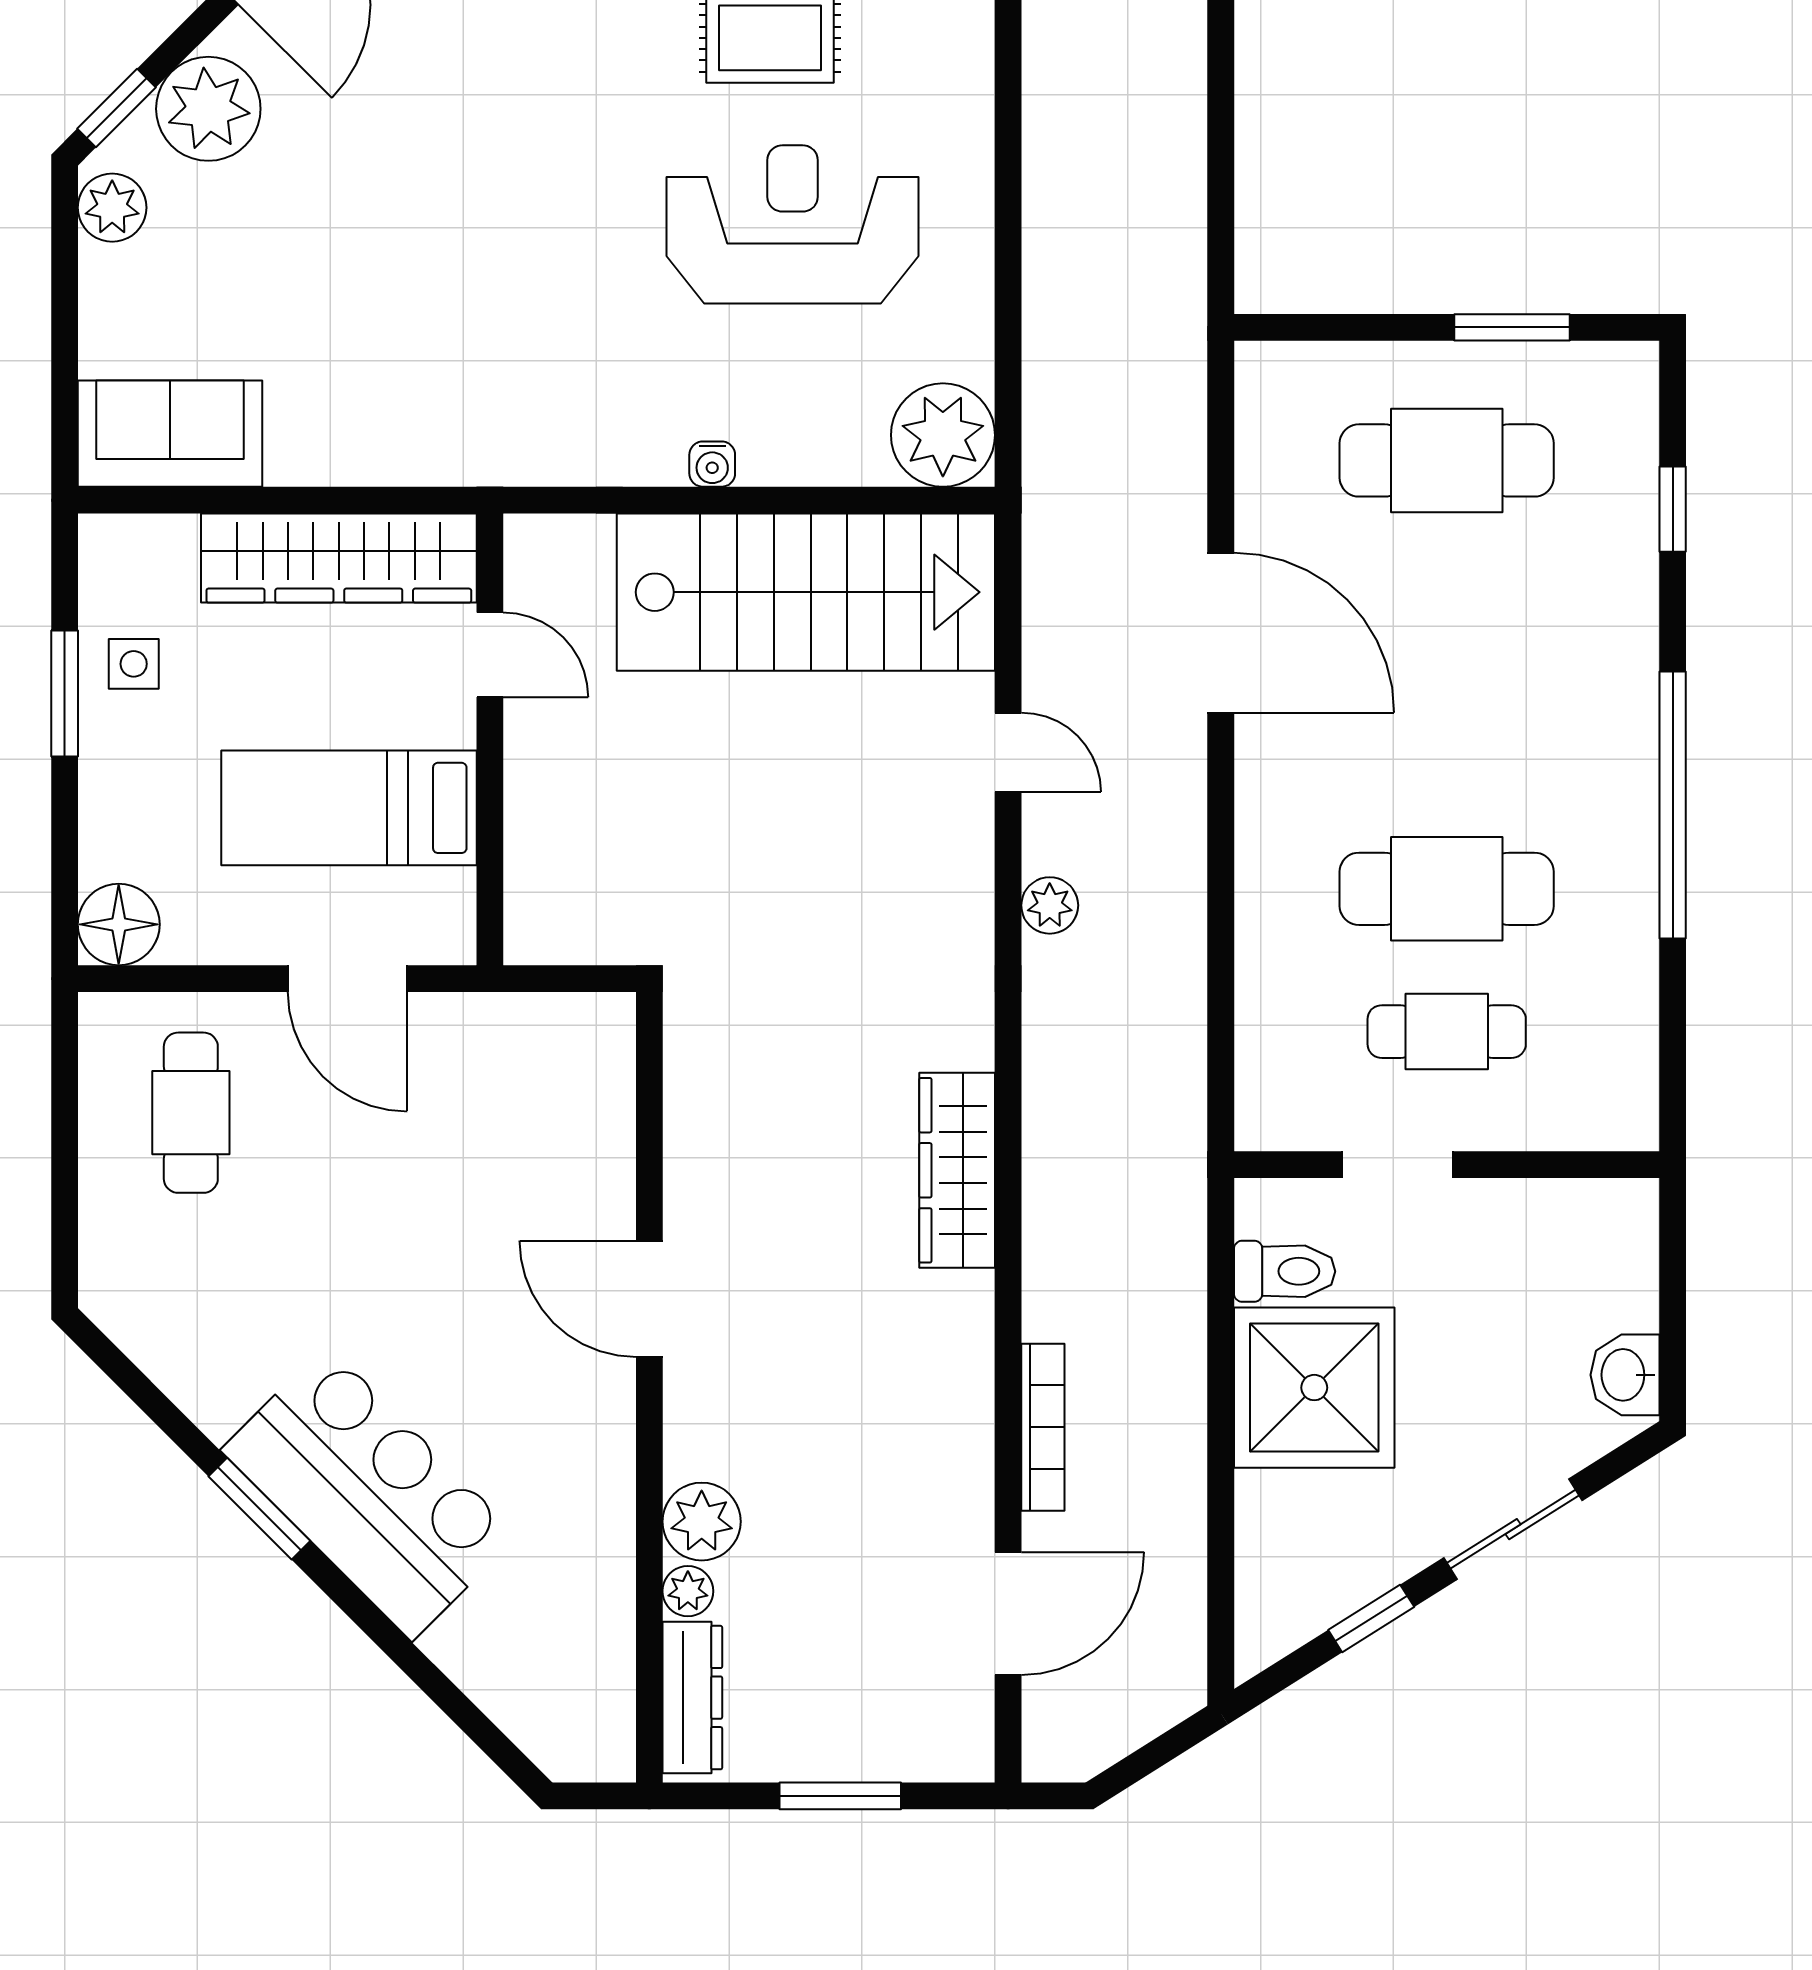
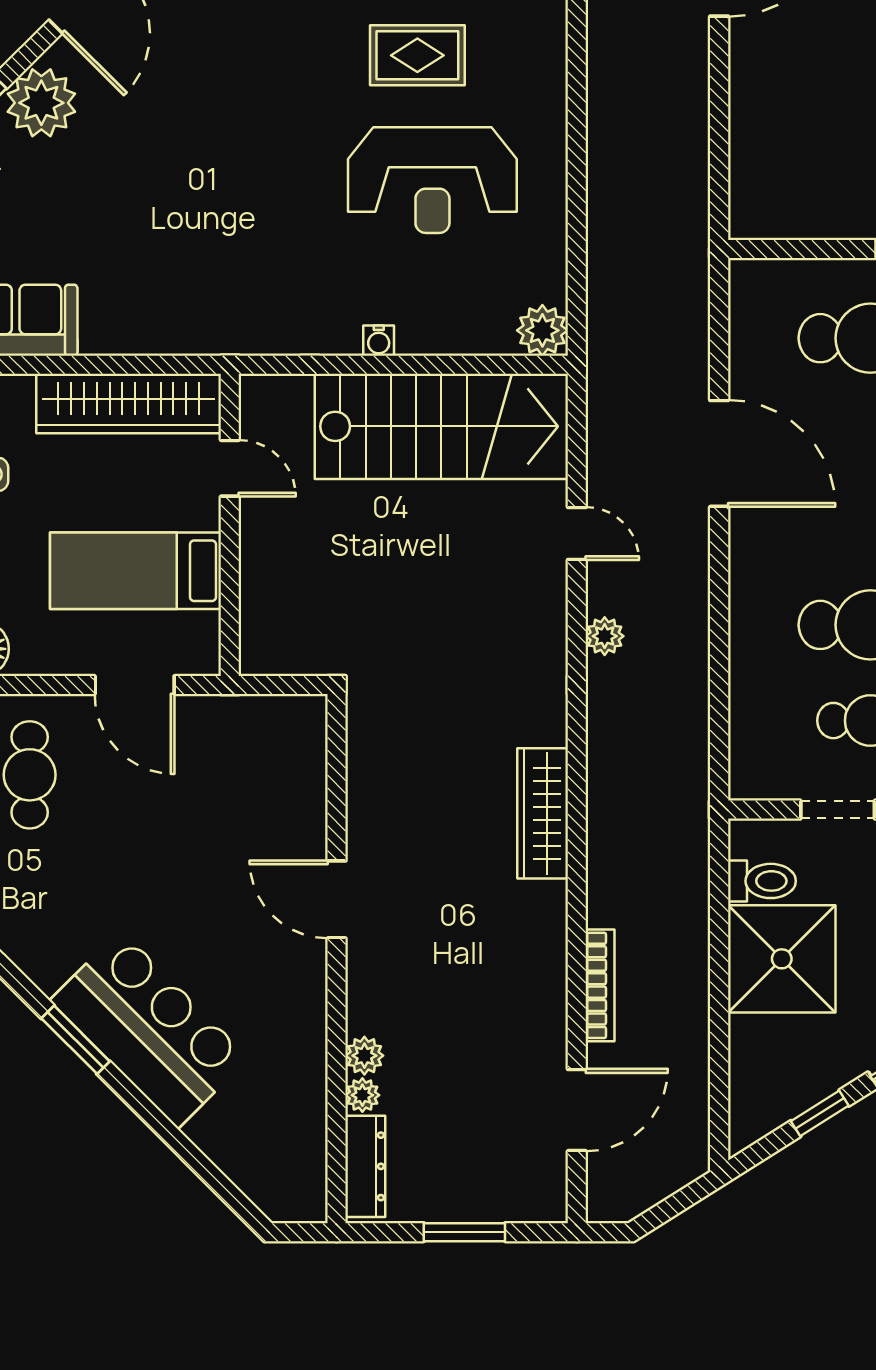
reception desk: (793, 224) -> (432, 180), turned 180
plant: (943, 435) -> (542, 330), width x0.73, depth x0.73
plant: (702, 1522) -> (364, 1056), width x0.73, depth x0.73

